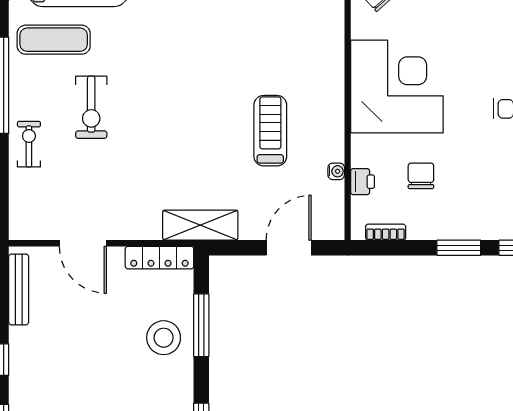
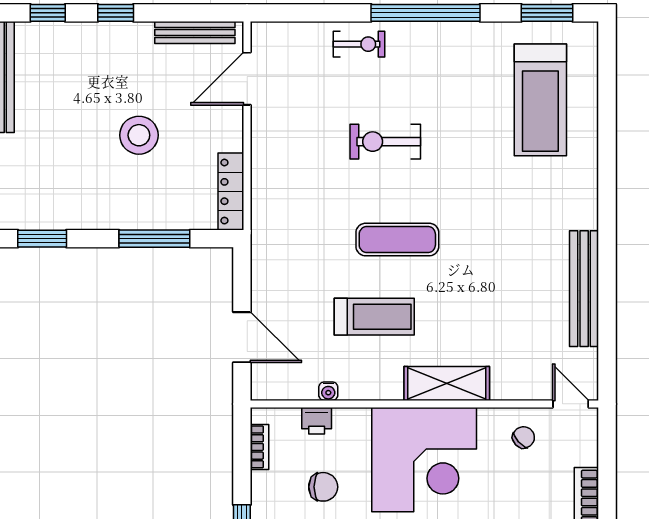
exercise mat: (54, 40) -> (397, 240), moved, turned 90
exercise bike: (91, 107) -> (385, 142), moved
shelving: (200, 225) -> (447, 384), moved, turned 90
door: (83, 243) -> (247, 79), moved
stool: (164, 338) -> (139, 135), moved

